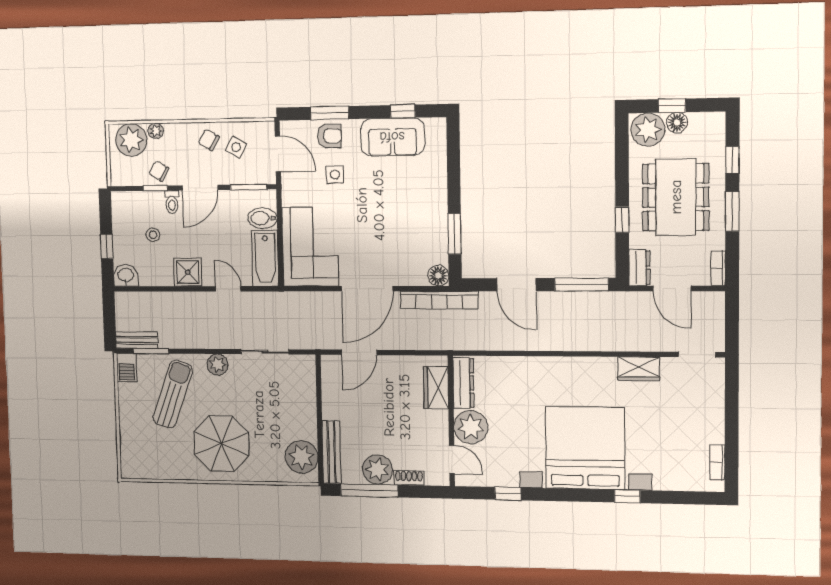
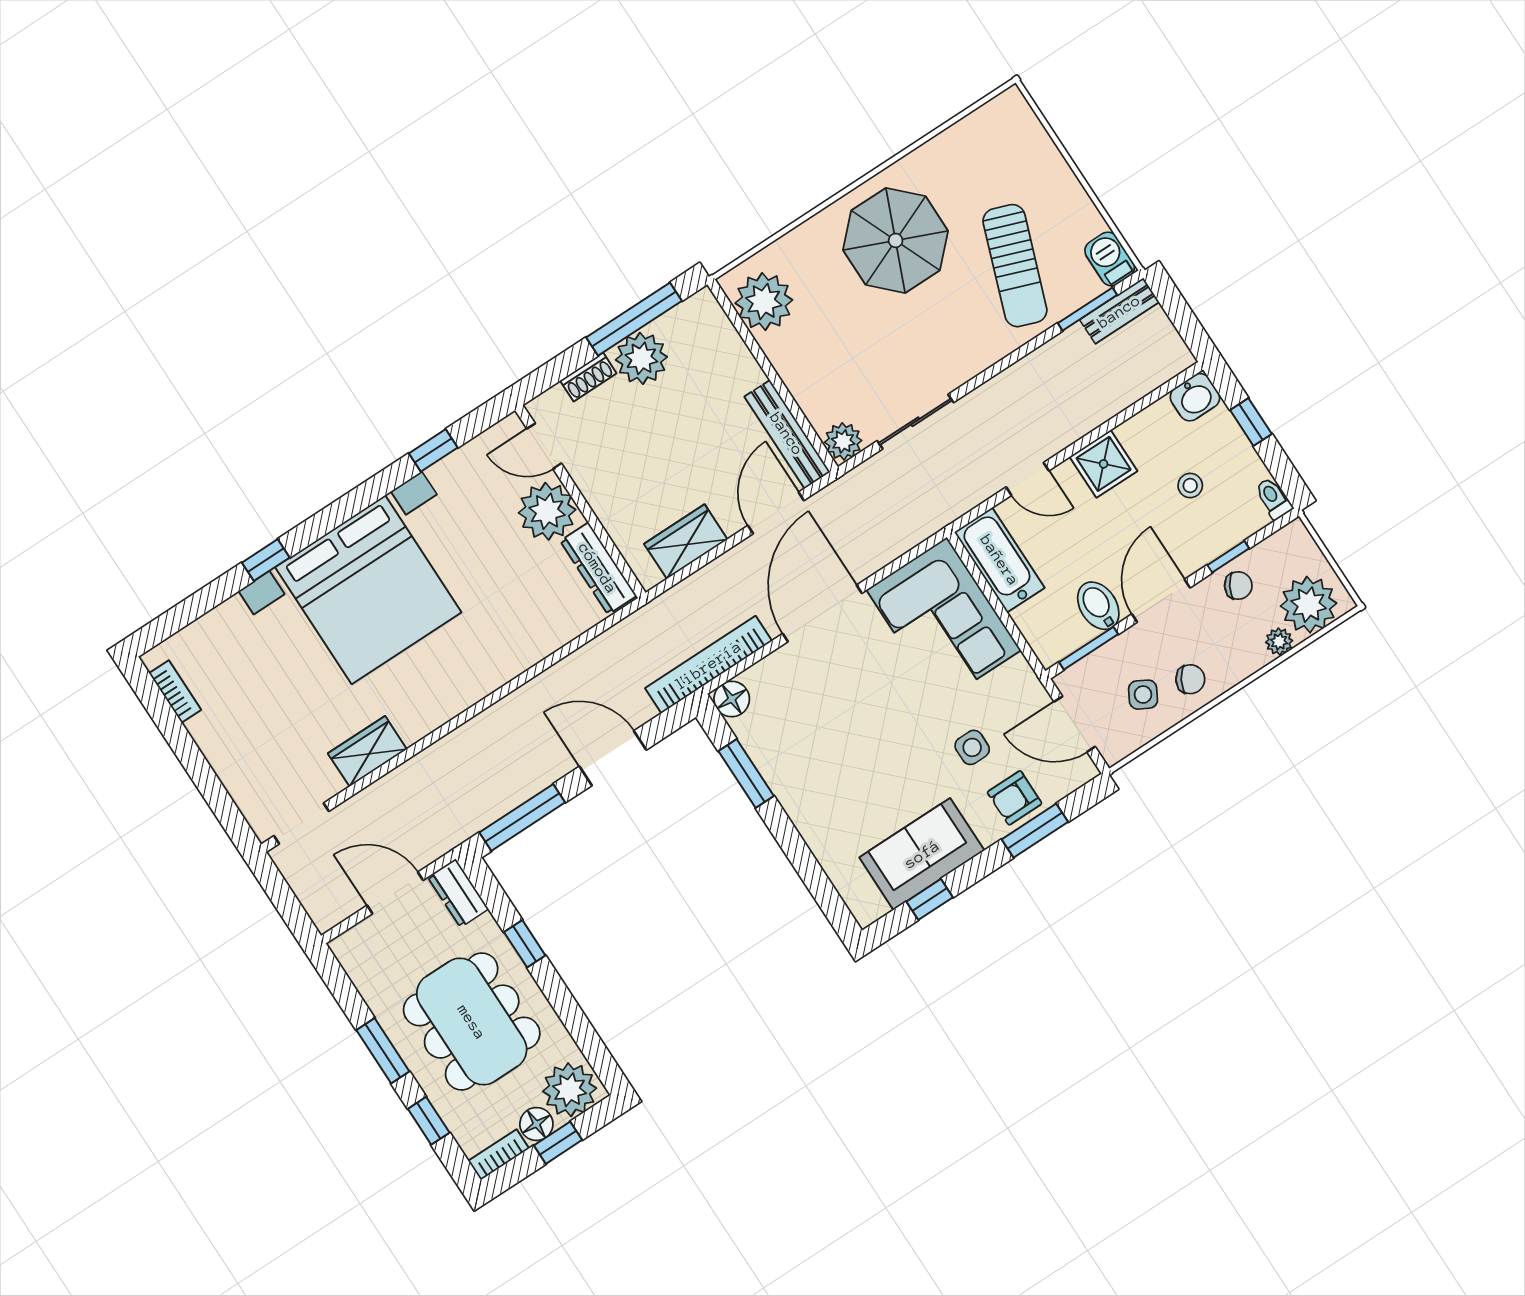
toilet: (172, 202) -> (1273, 498), moved
bidet: (262, 218) -> (1098, 606), moved, turned -90
bookcase: (718, 268) -> (499, 1155), moved, turned -90
plant: (217, 365) -> (843, 441), moved
wardrobe: (436, 388) -> (686, 542), moved, turned -90
bench: (331, 452) -> (787, 434), moved

